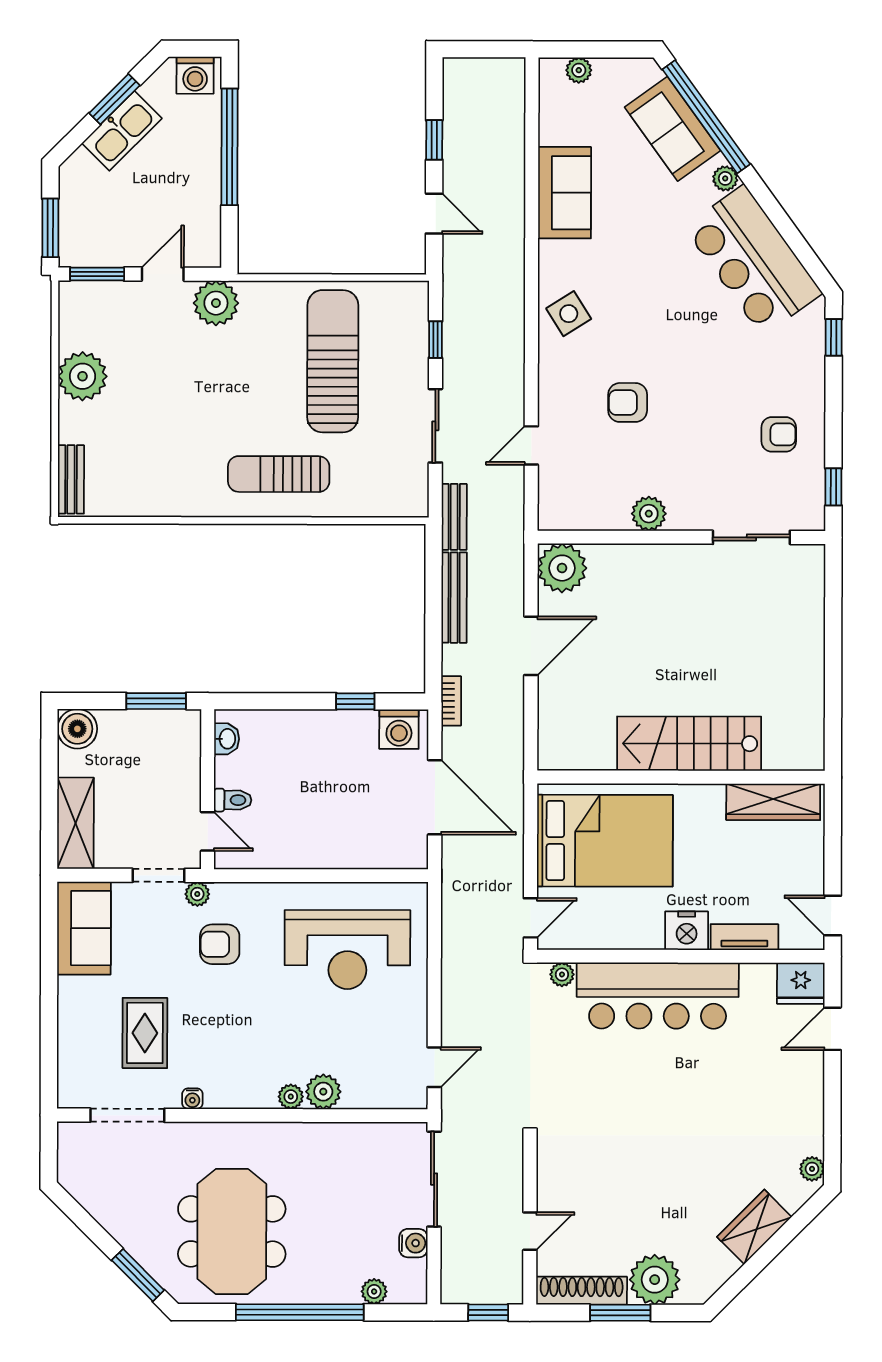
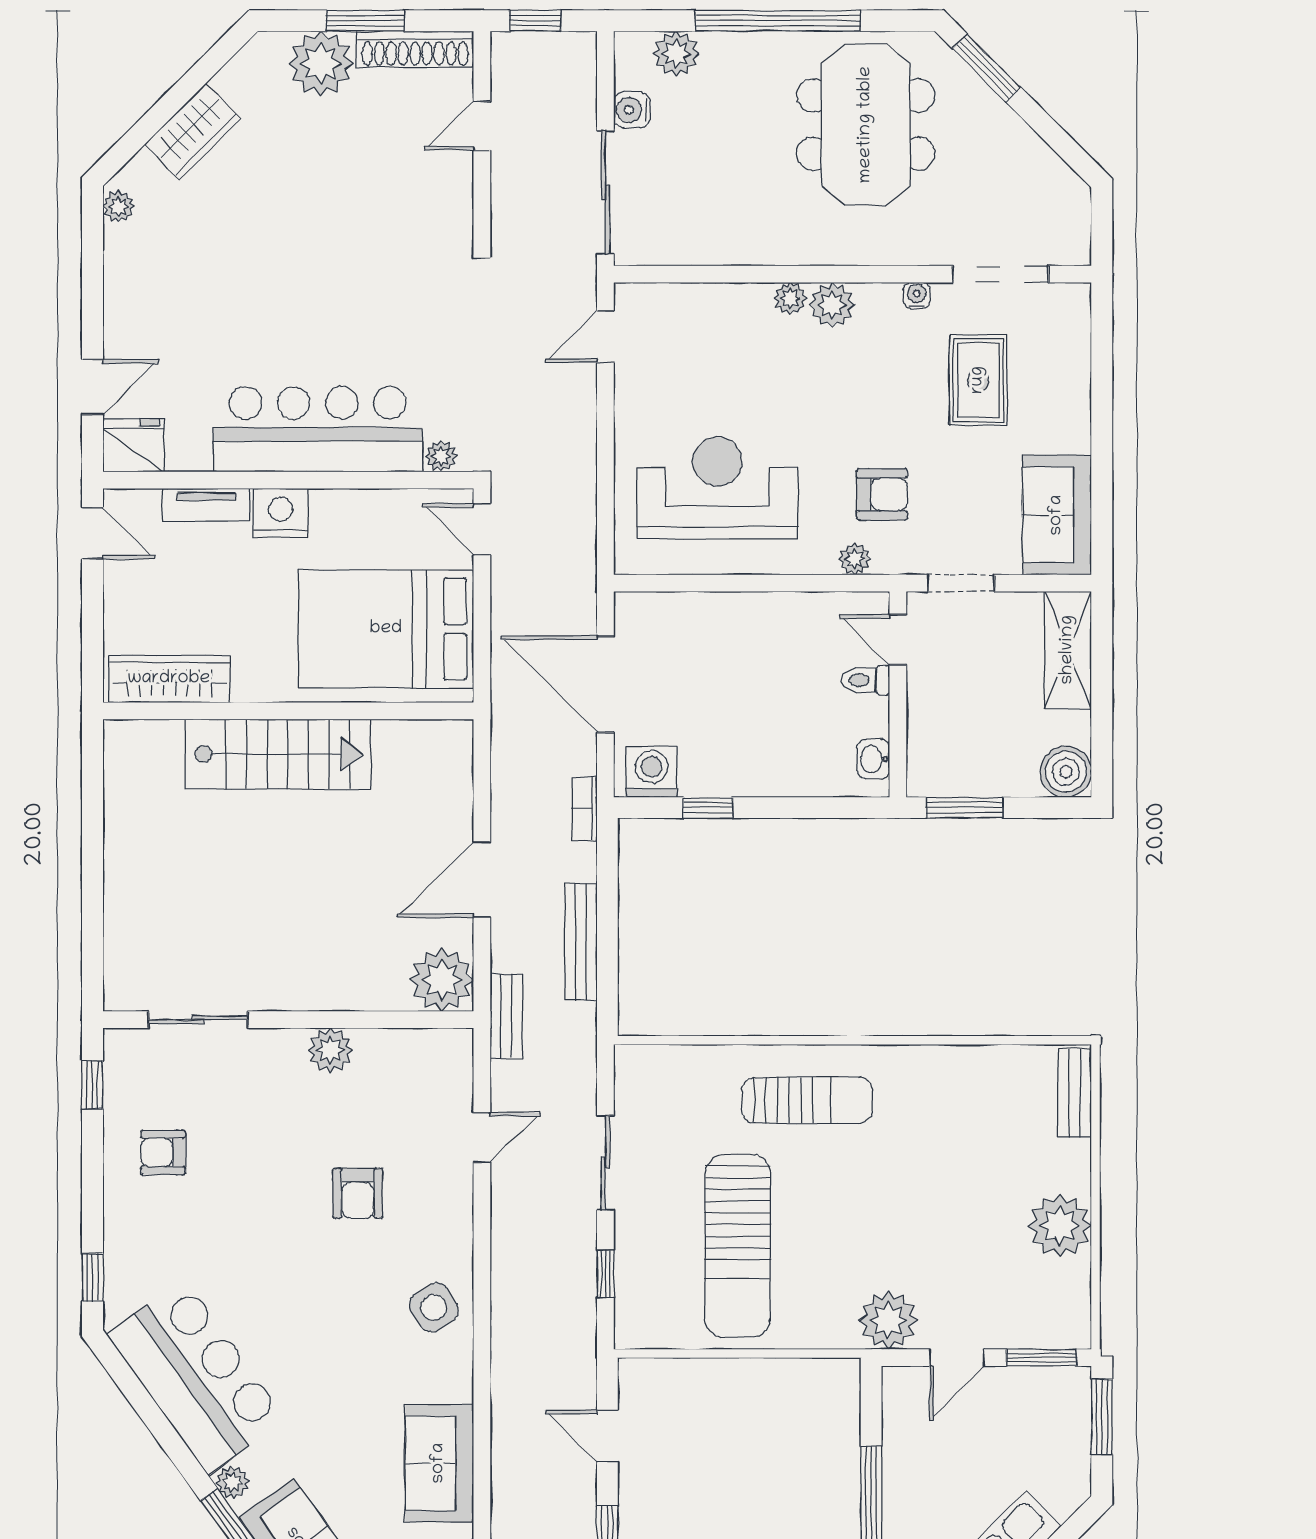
armchair: (628, 402) -> (358, 1193), turned 90
bench: (454, 517) -> (506, 1016), moved
plant: (197, 894) -> (855, 559), moved
door: (530, 918) -> (482, 529), hinge flipped
plant: (323, 1092) -> (832, 305), moved
plant: (374, 1291) -> (676, 54), width x1.38, depth x1.38

